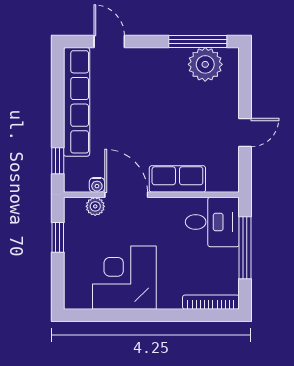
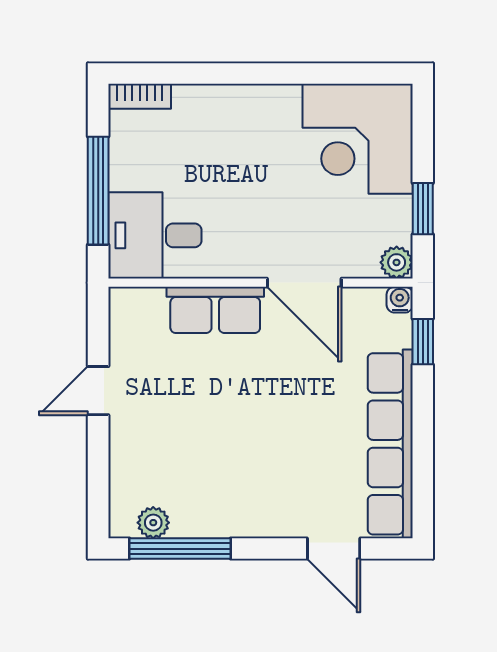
plant: (205, 64) -> (153, 523), width x0.53, depth x0.53
water cooler: (97, 185) -> (400, 300), moved
plant: (95, 206) -> (397, 262), moved
corner desk: (124, 278) -> (358, 139), moved, turned 90
bookcase: (211, 302) -> (140, 96), width x0.64

